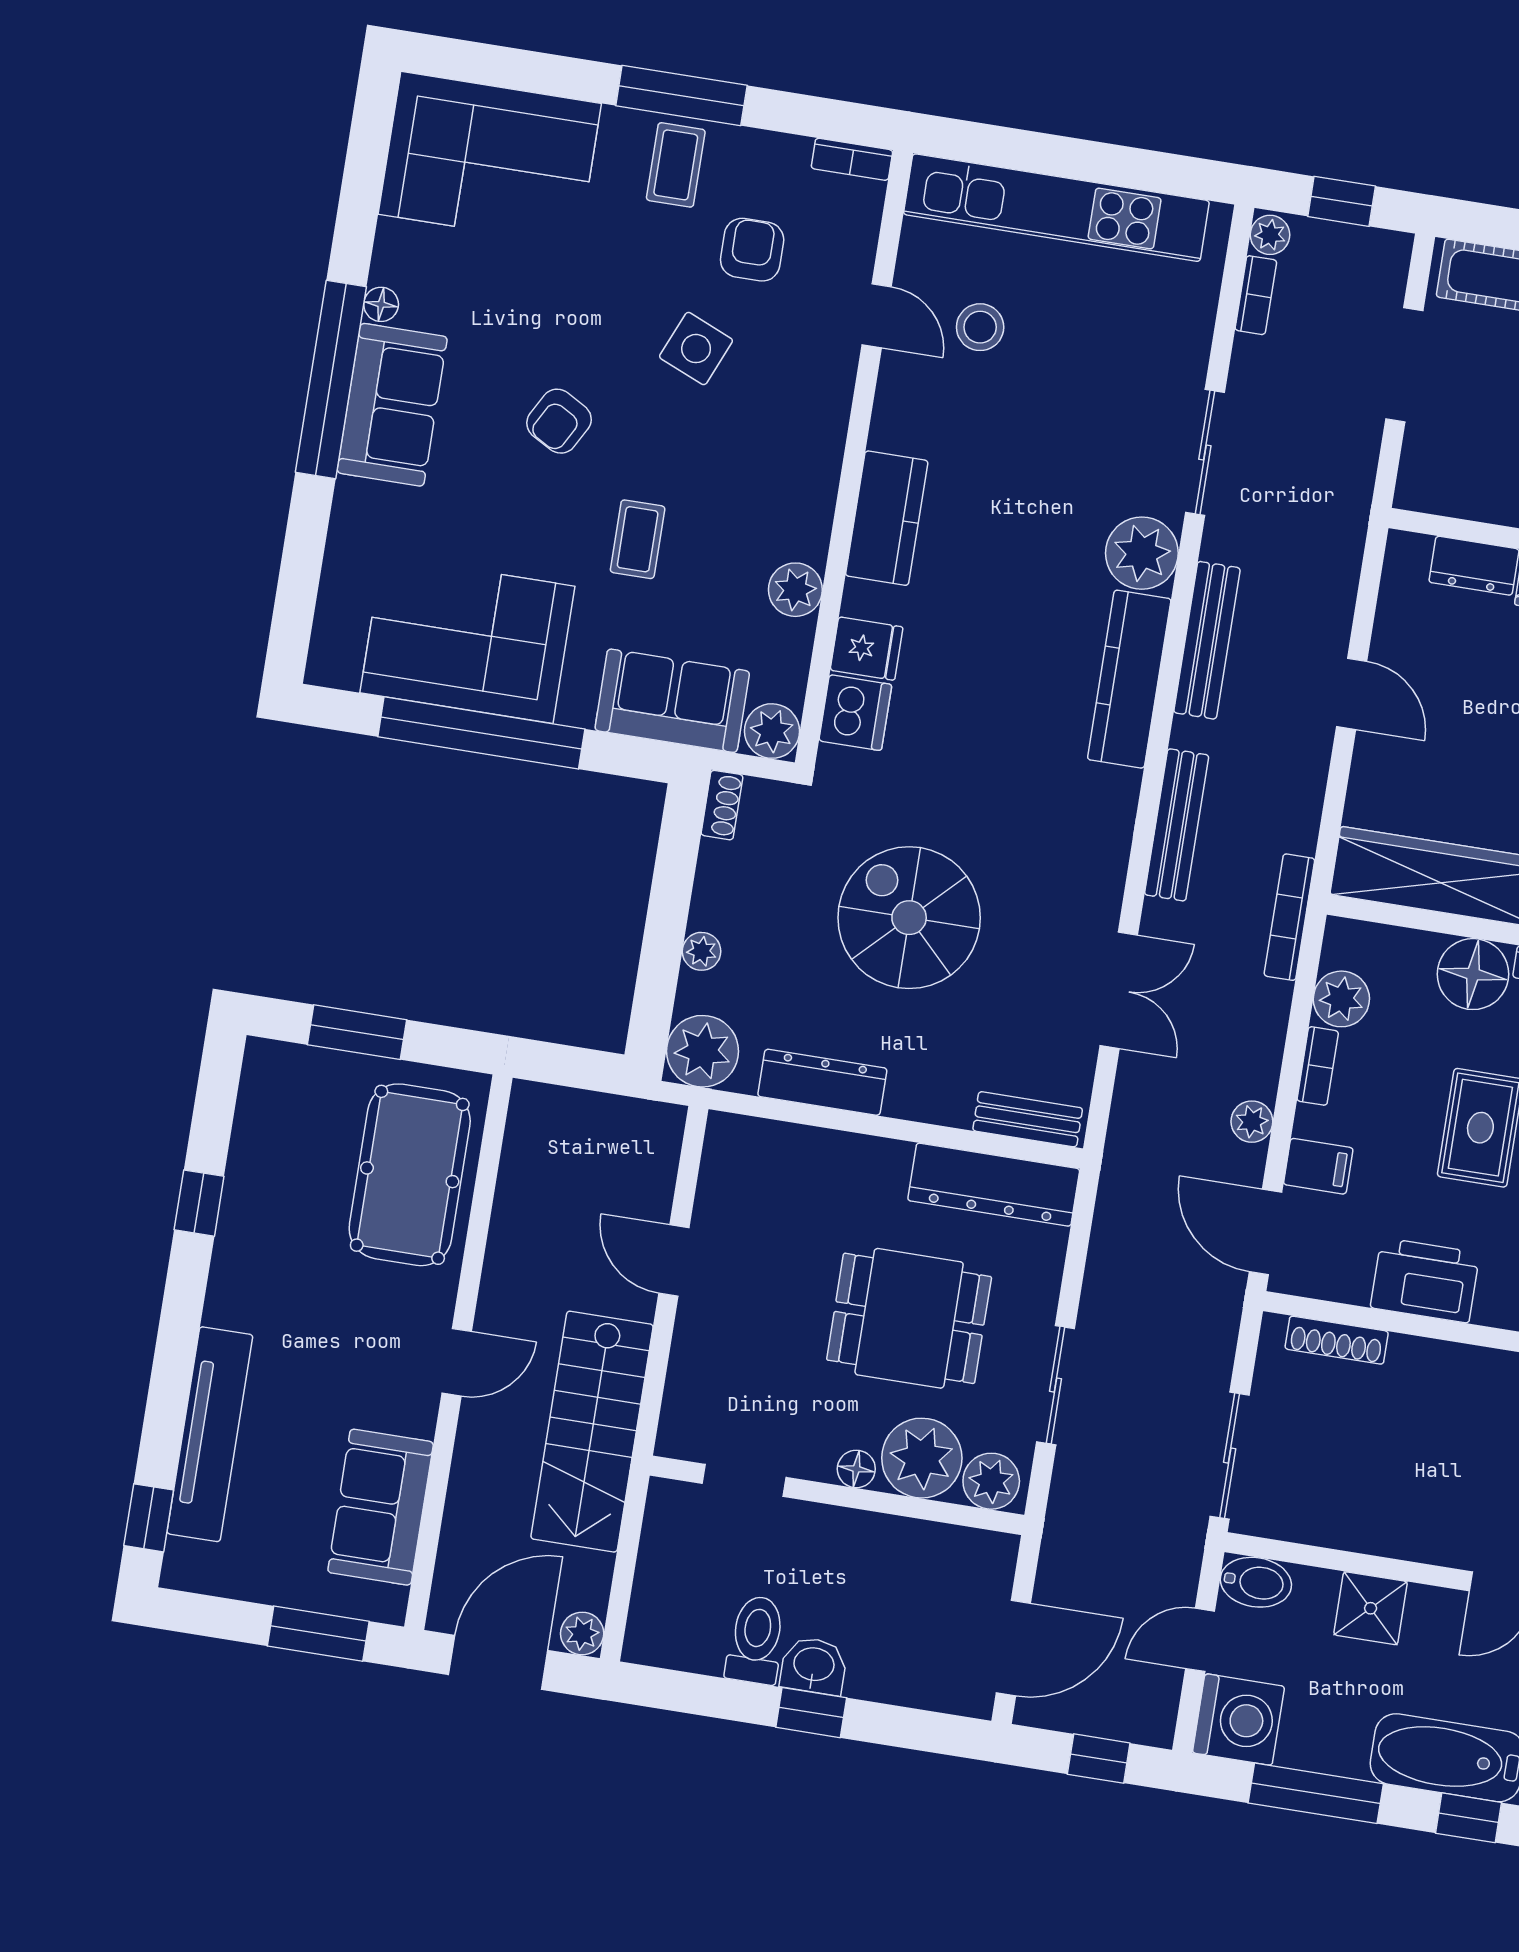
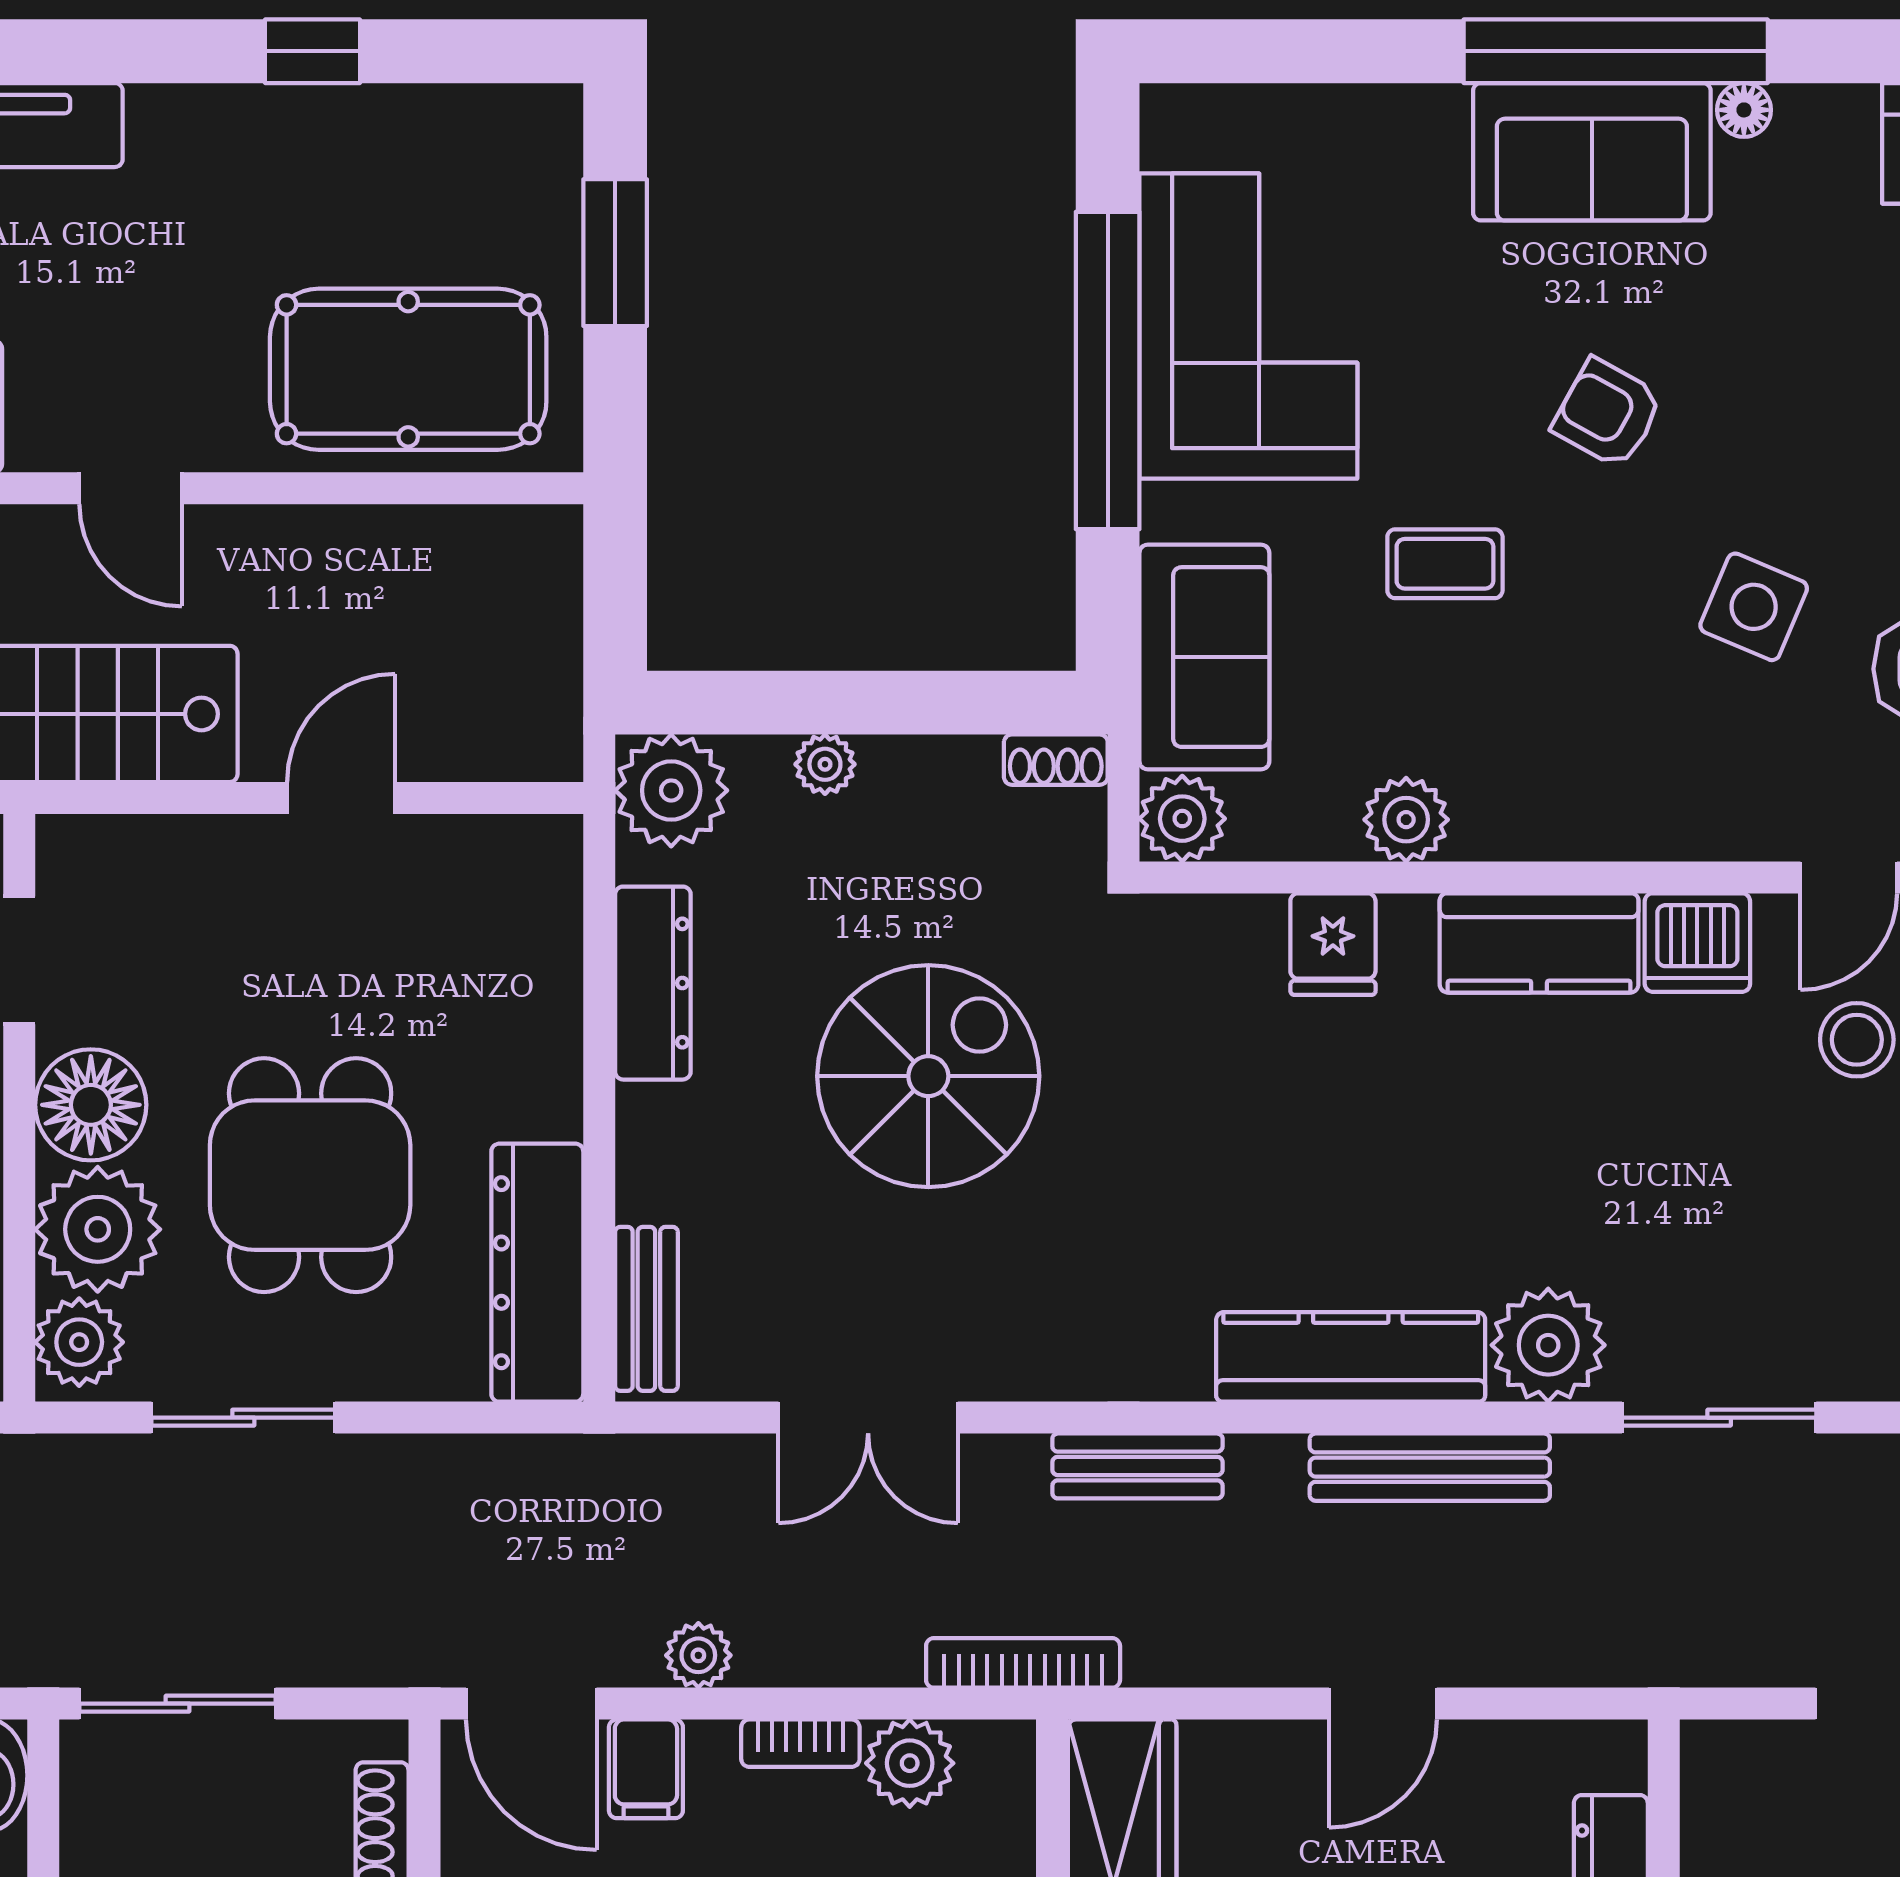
dishwasher: (855, 713) -> (1697, 943), moved
bench: (1177, 825) -> (1137, 1466), width x0.73
door: (1265, 1232) -> (531, 1704), swing flipped
floor lamp: (856, 1469) -> (91, 1105), width x1.89, depth x1.89

